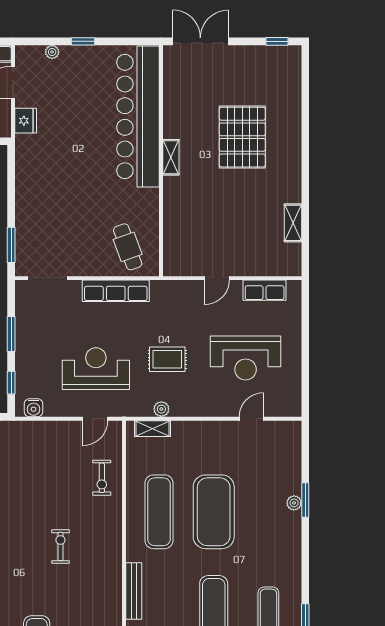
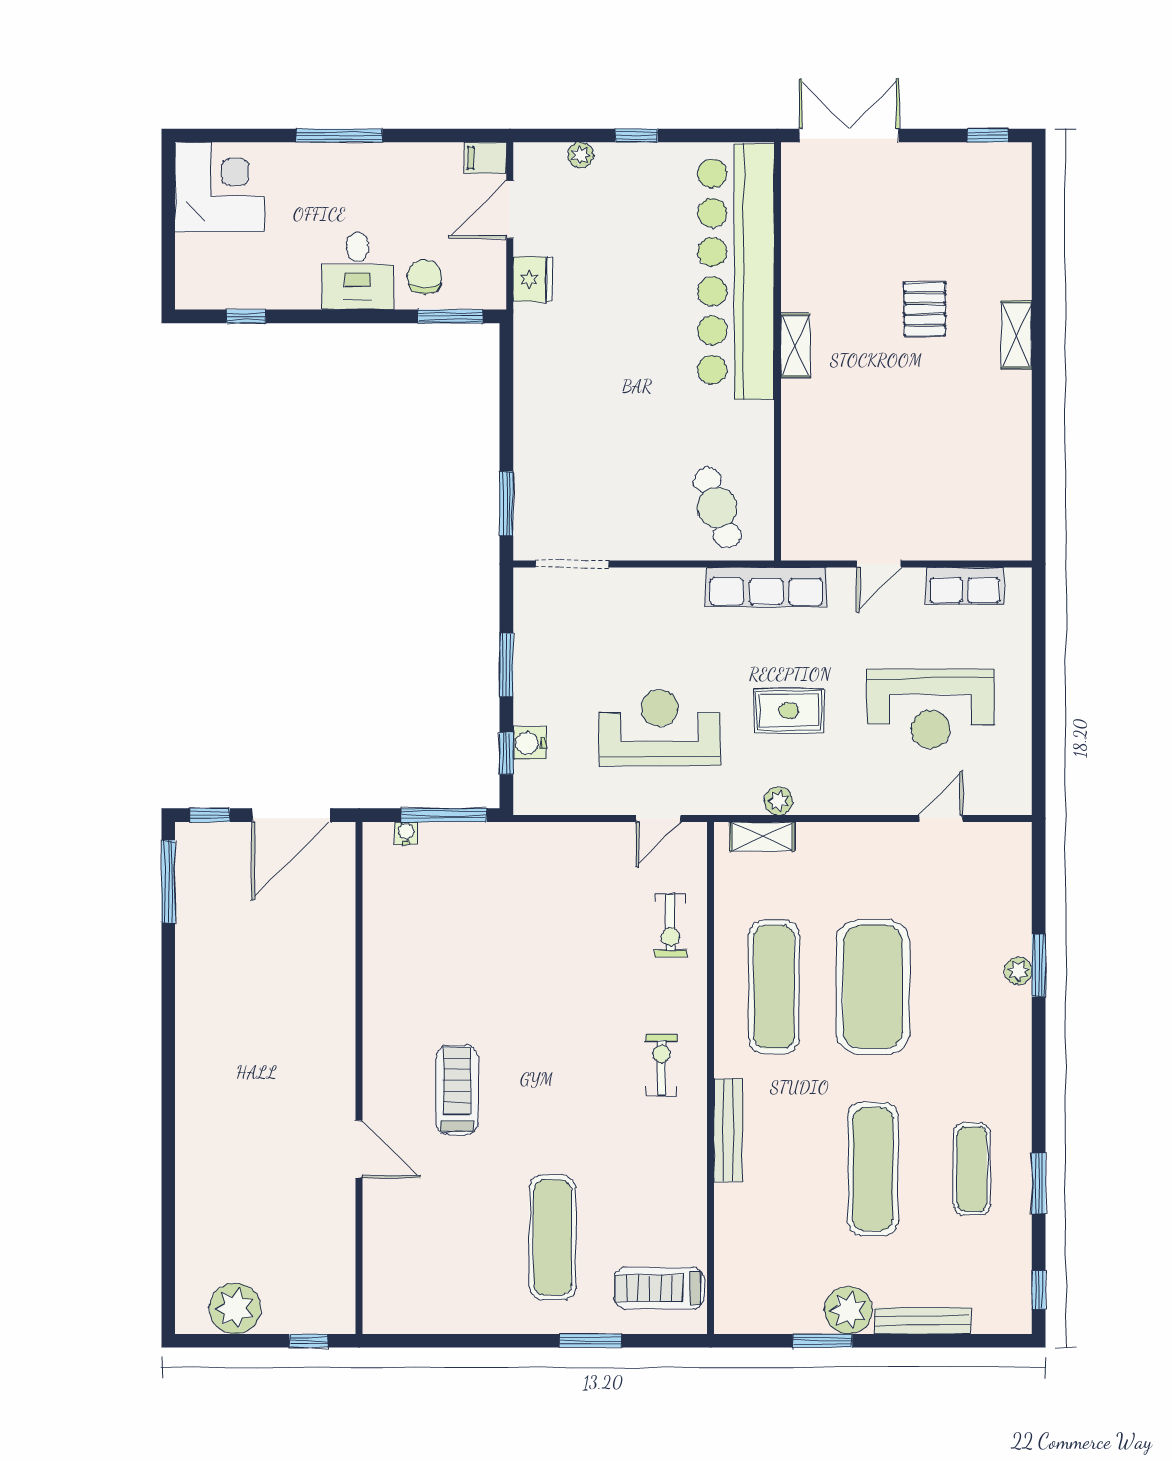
pallet: (242, 137) -> (925, 309), width x0.49, depth x0.50
shelving: (293, 223) -> (1016, 335), moved
row of seats: (116, 291) -> (766, 587), moved
water cooler: (34, 408) -> (530, 743), moved, turned 90
exercise bike: (60, 546) -> (662, 1065), moved

